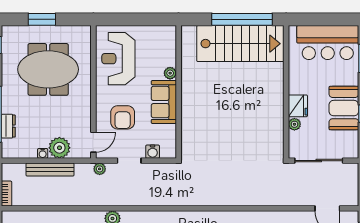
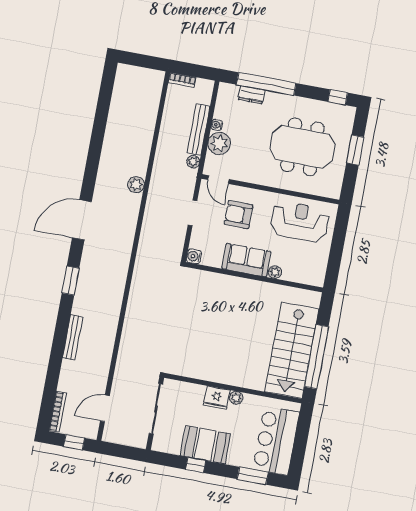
meeting table: (48, 69) -> (302, 147), turned 90
plant: (294, 124) -> (236, 398), moved
water cooler: (153, 152) -> (194, 256), moved
plant: (100, 169) -> (193, 162), moved

